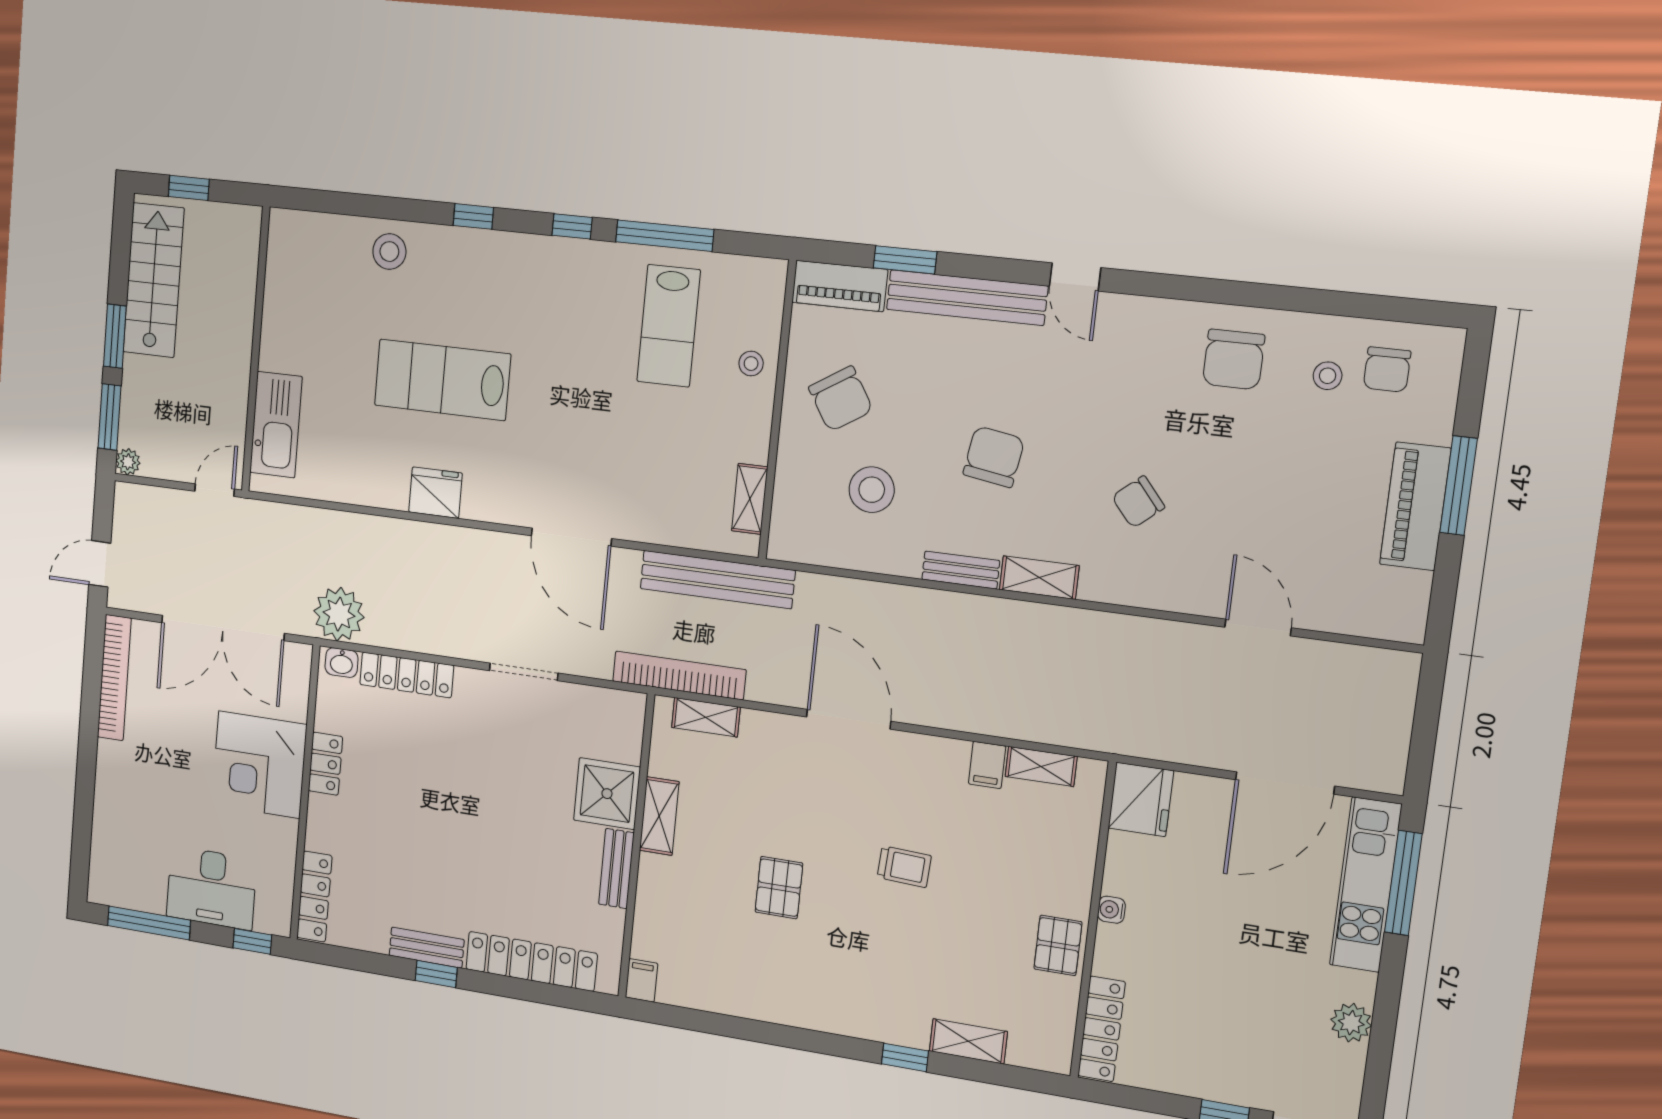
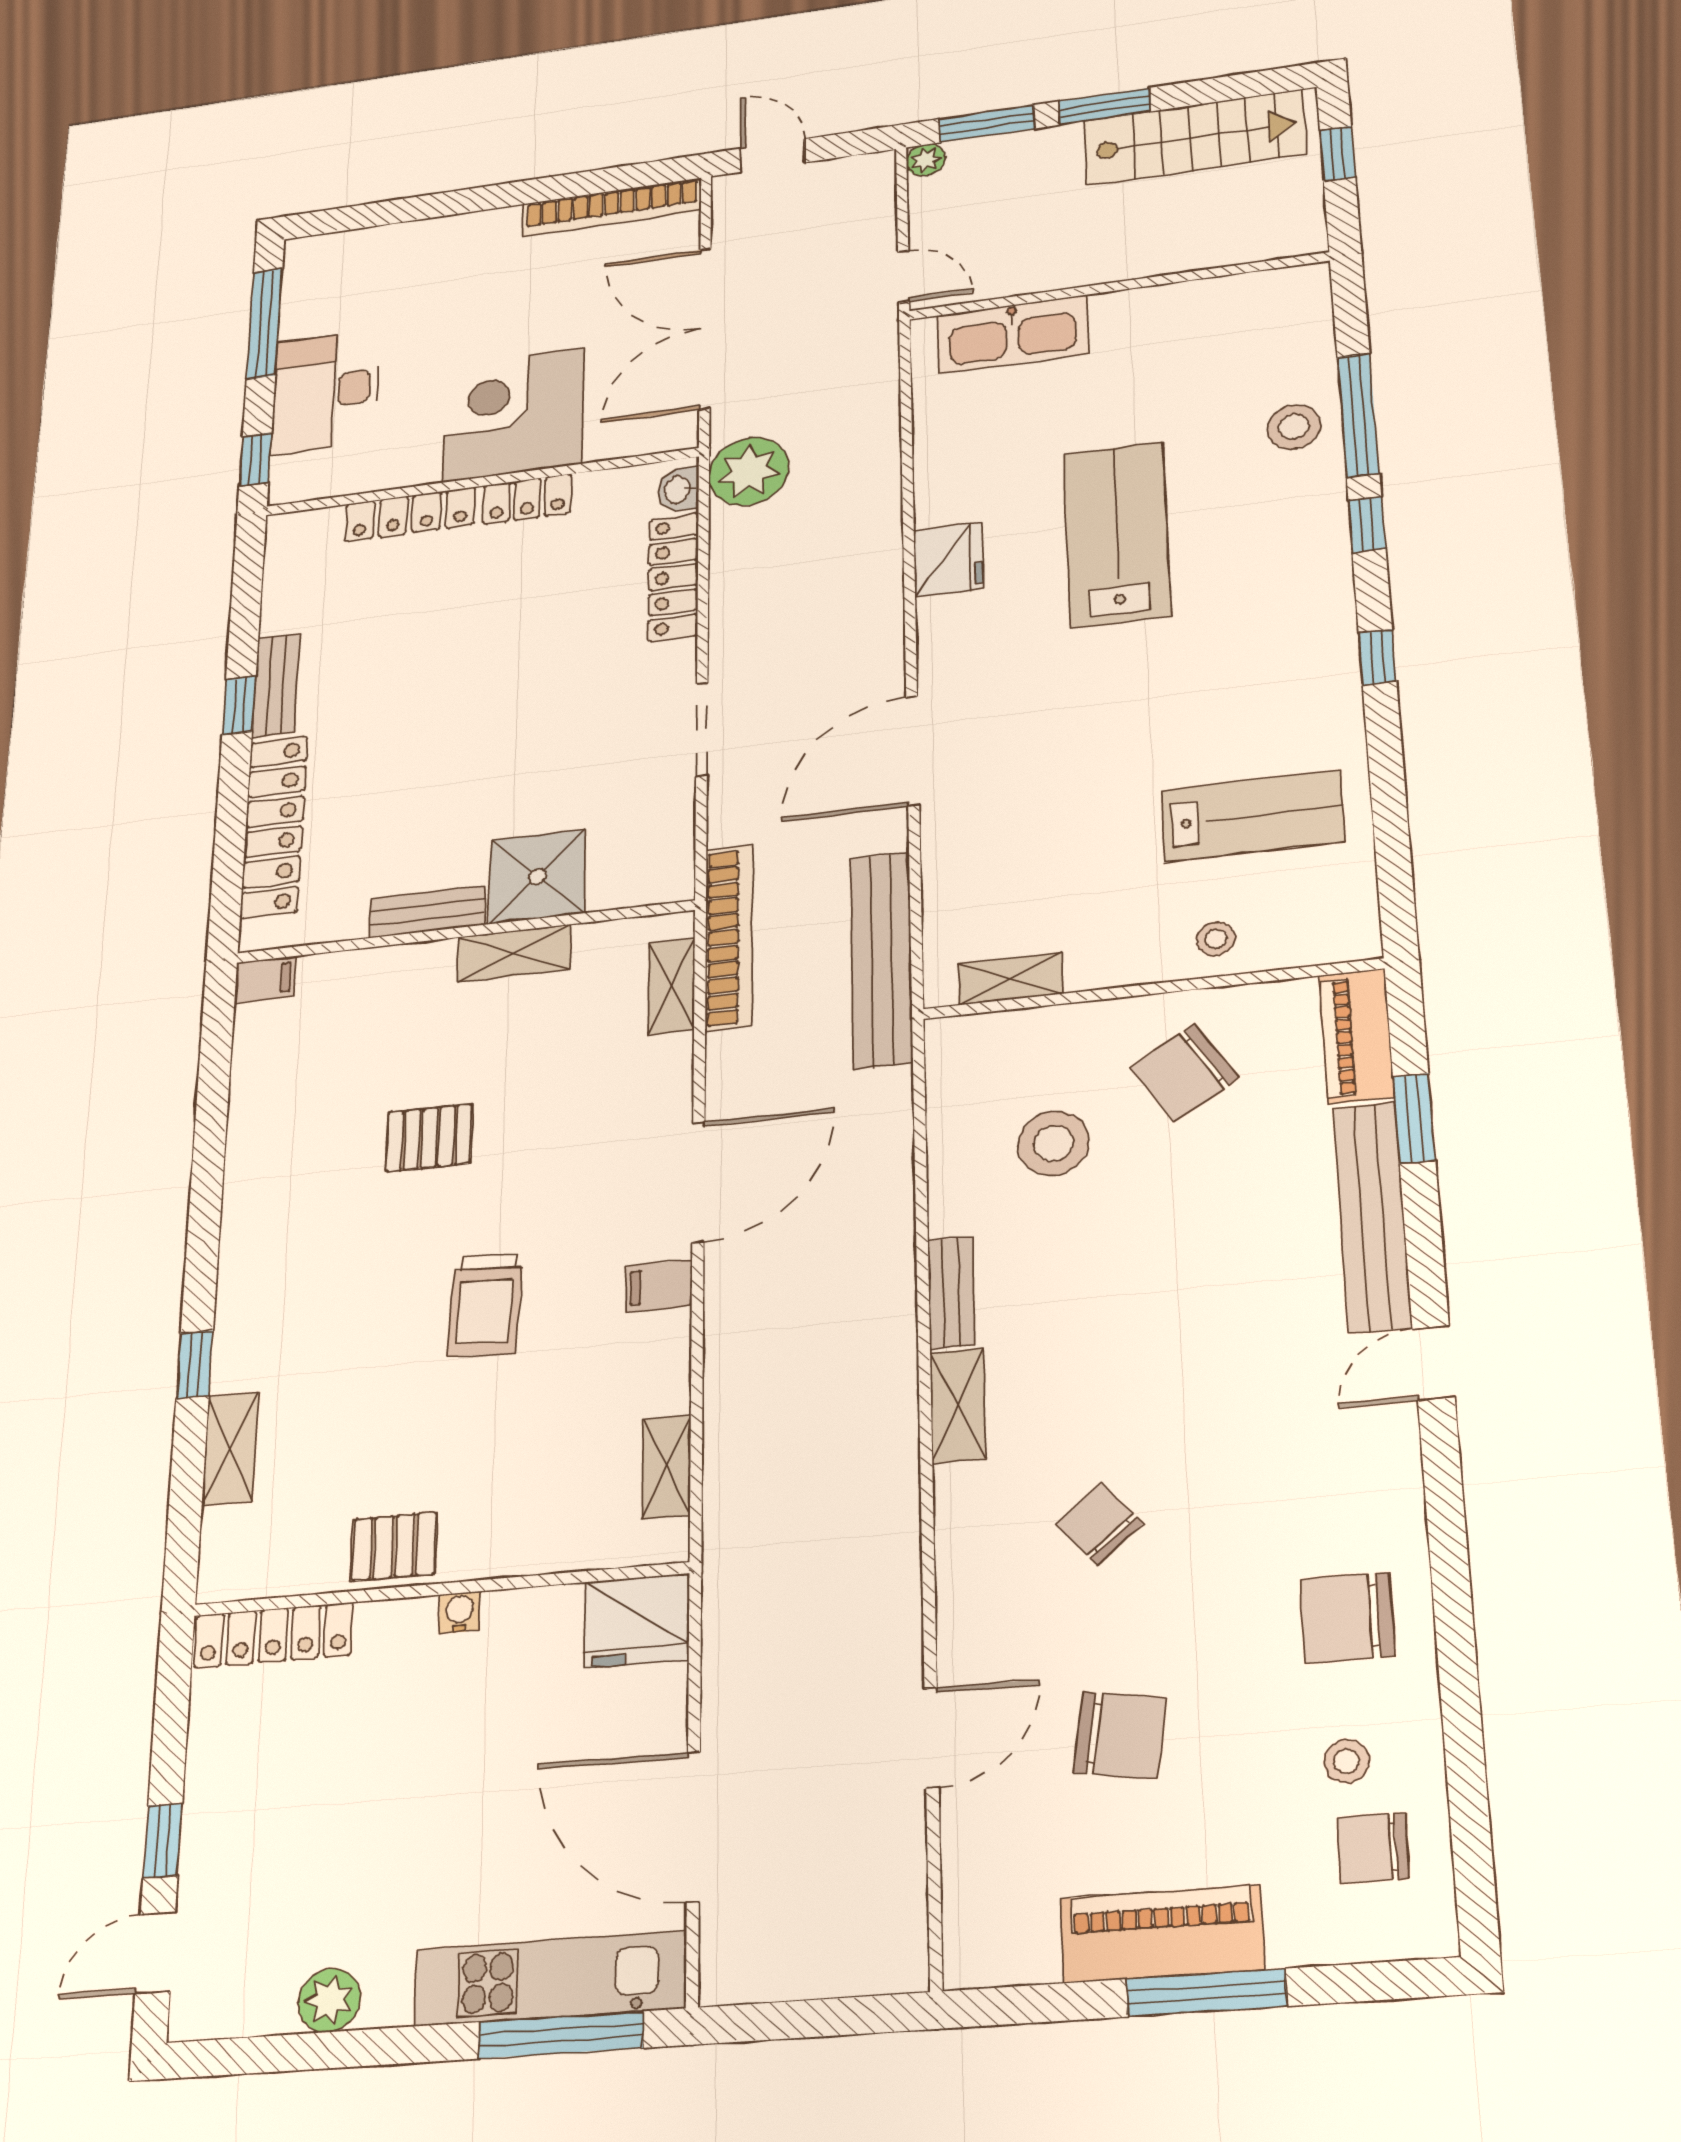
window: (665, 236) -> (1358, 415), moved
lab bench: (669, 326) -> (1253, 816), turned 180
chair: (994, 457) -> (1120, 1735), moved
filing cabinet: (987, 765) -> (659, 1286), moved
trolley: (904, 867) -> (485, 1305), width x1.36, depth x1.39
locker: (314, 897) -> (410, 514), moved

